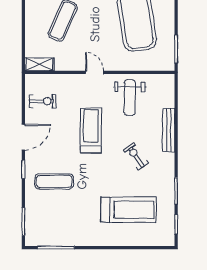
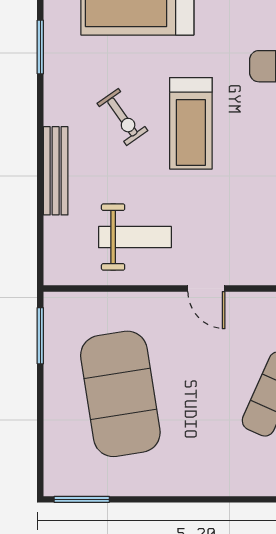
weight bench: (130, 98) -> (135, 237), turned 90
treadmill: (91, 130) -> (191, 123), moved

